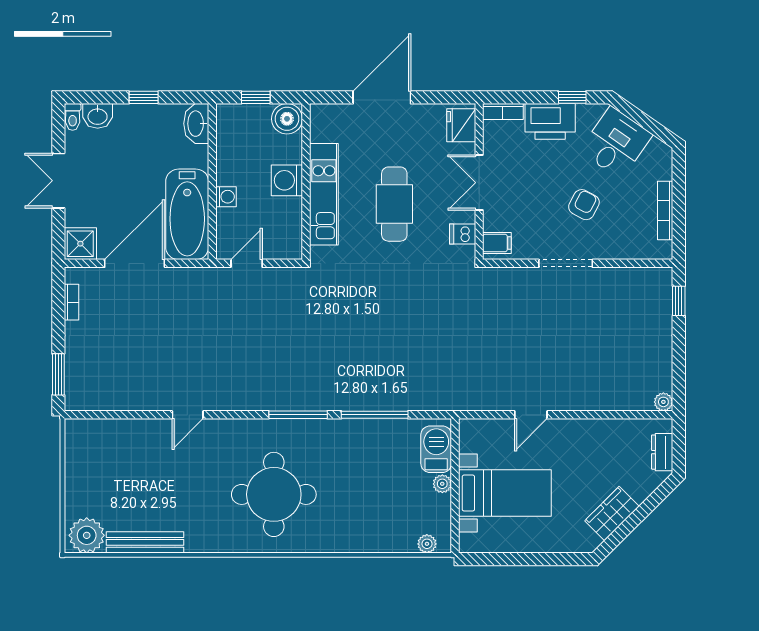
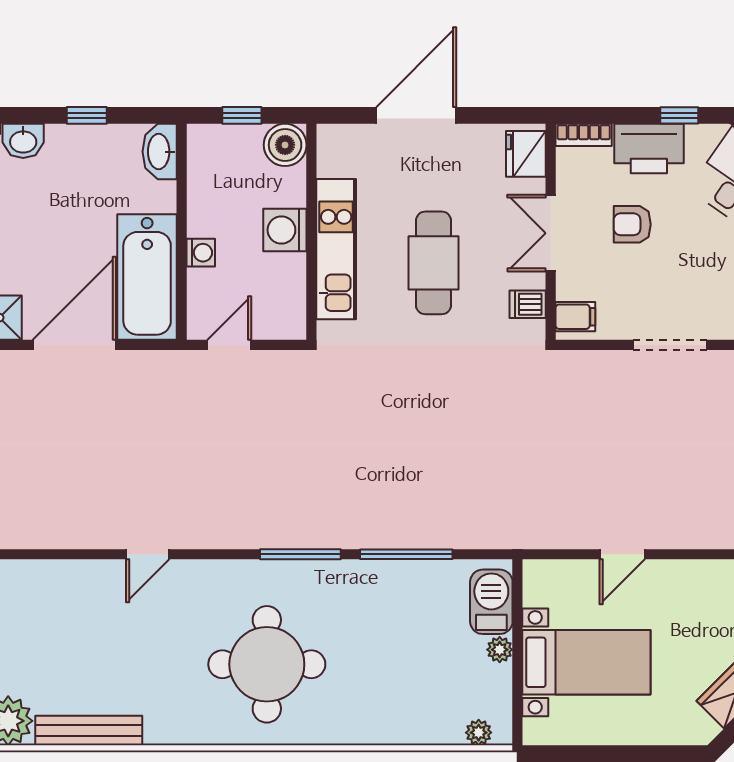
armchair: (584, 205) -> (632, 224), moved, turned -118

